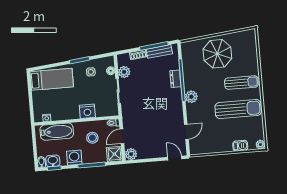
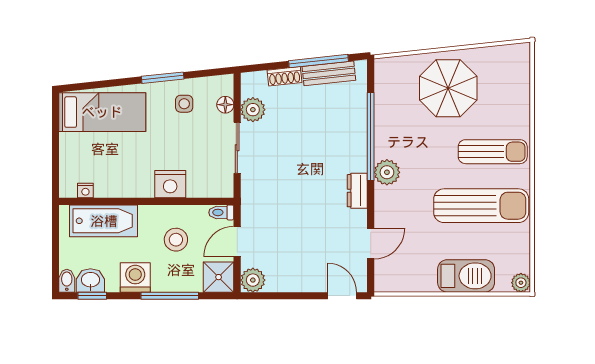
dresser: (175, 79) -> (357, 191), moved
barbecue: (240, 146) -> (466, 276), width x1.88, depth x1.53

